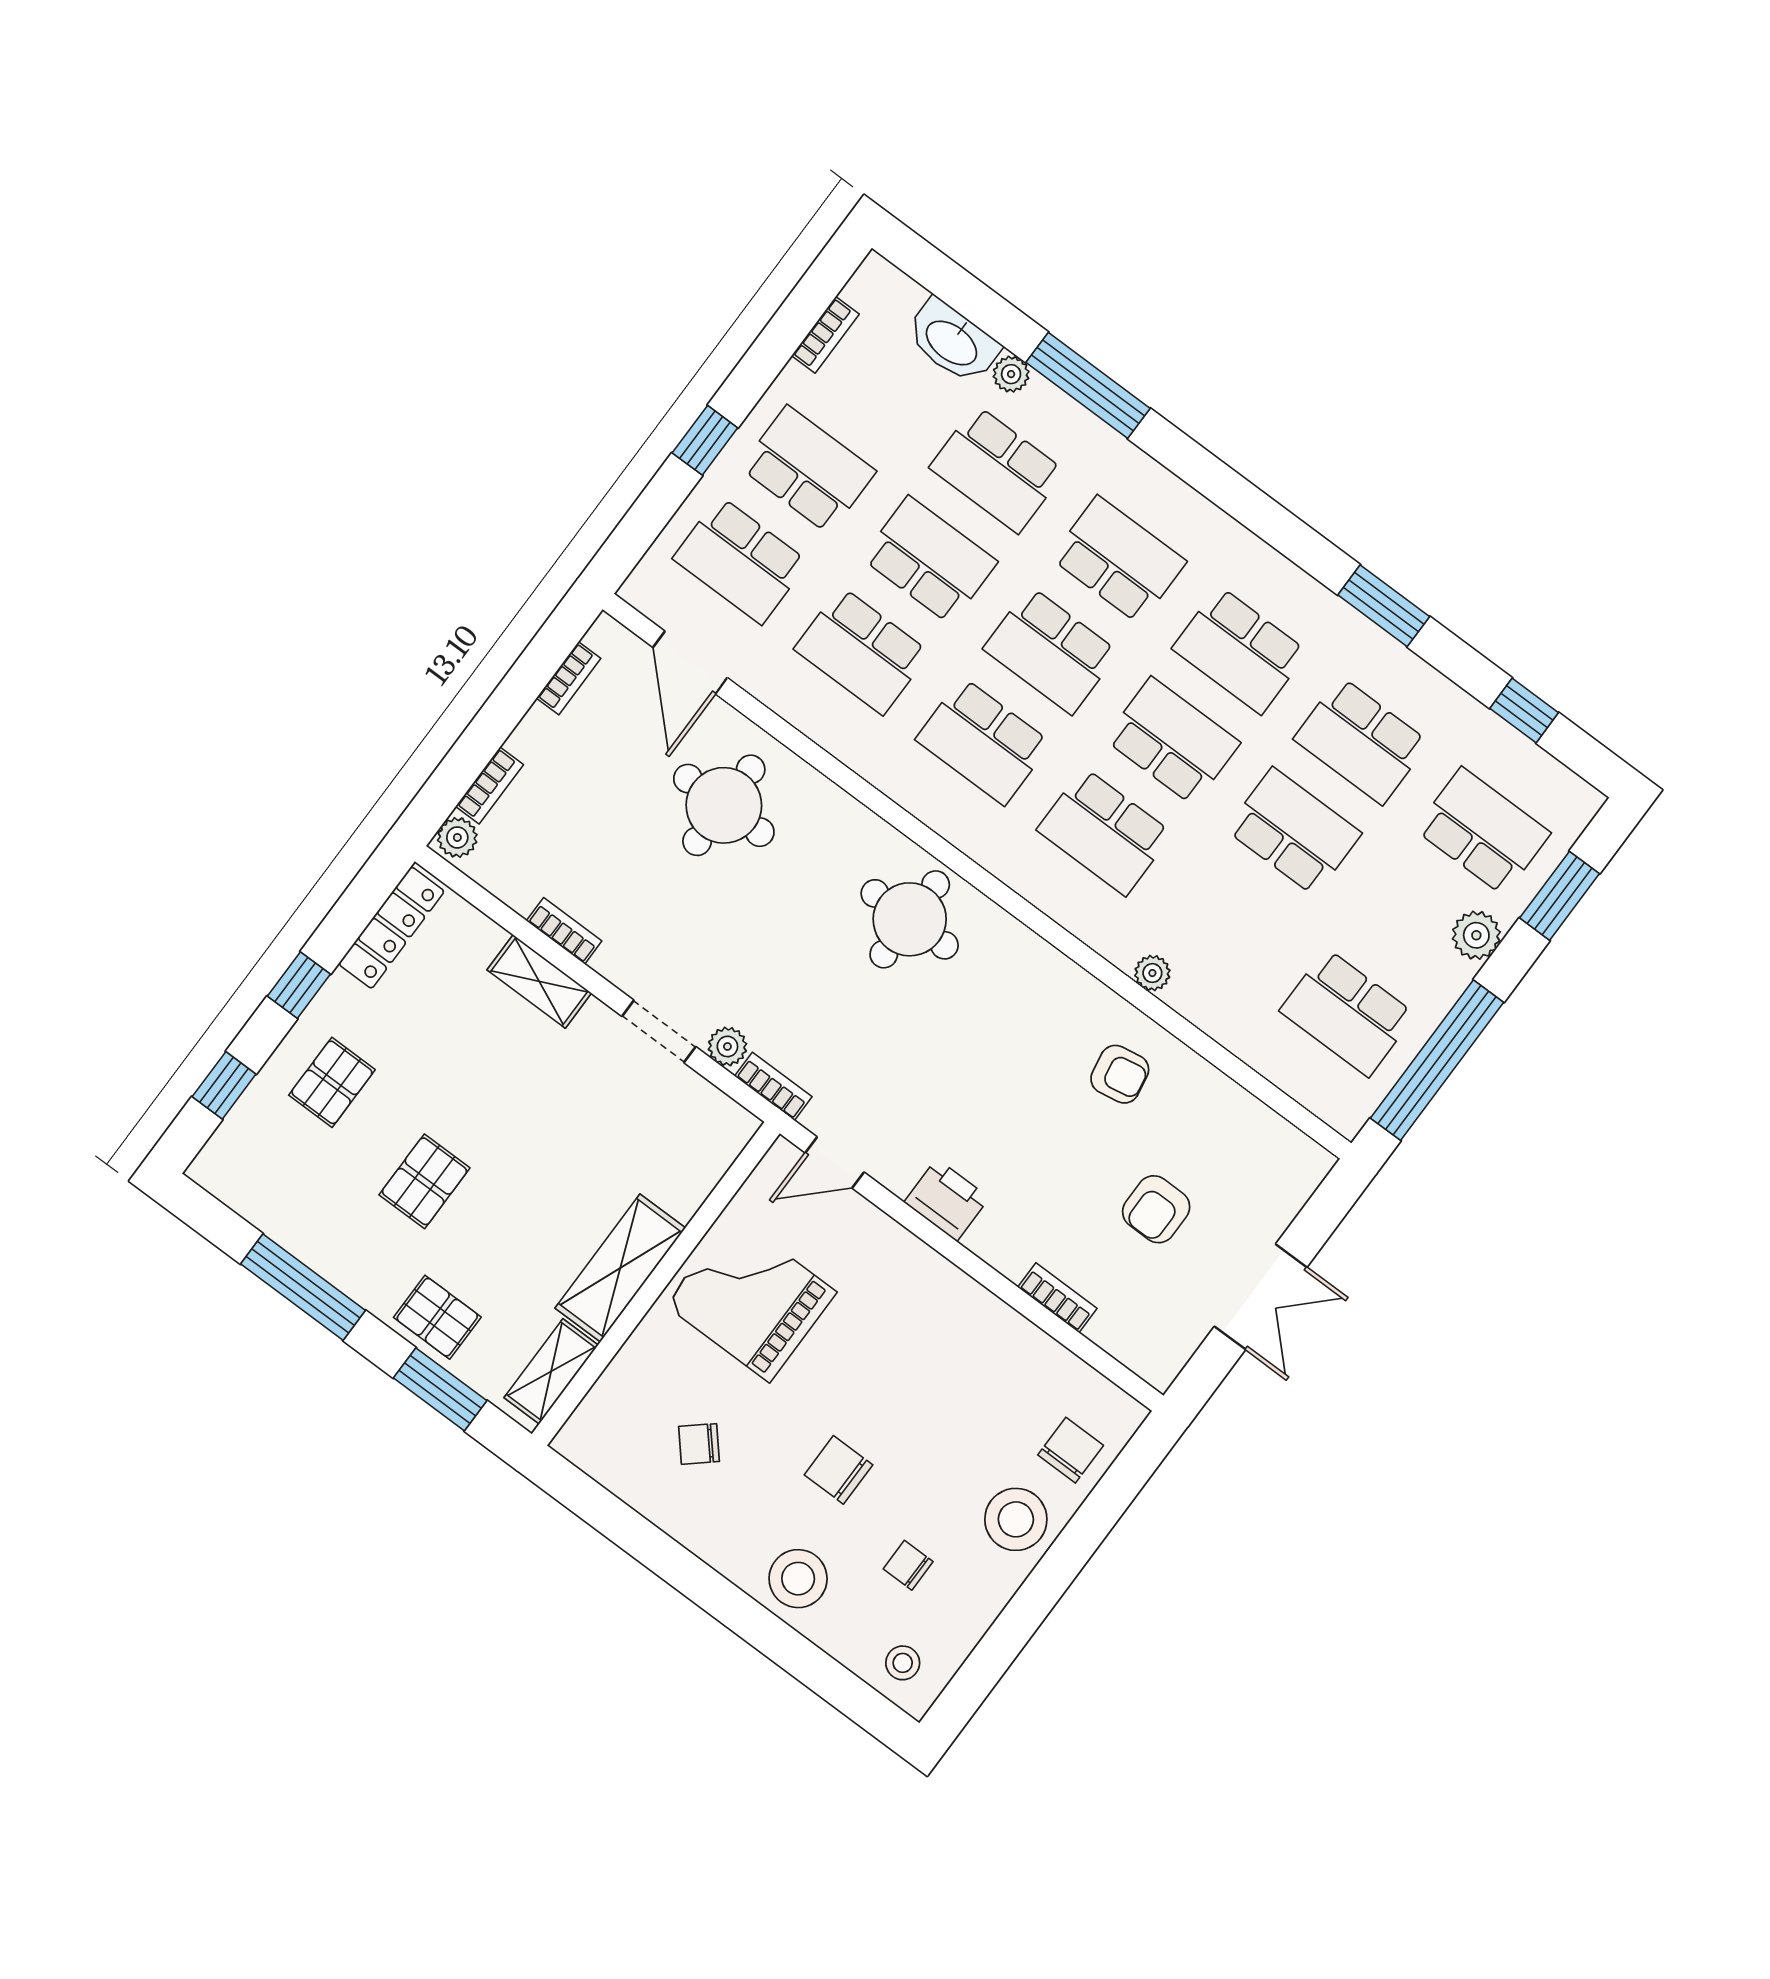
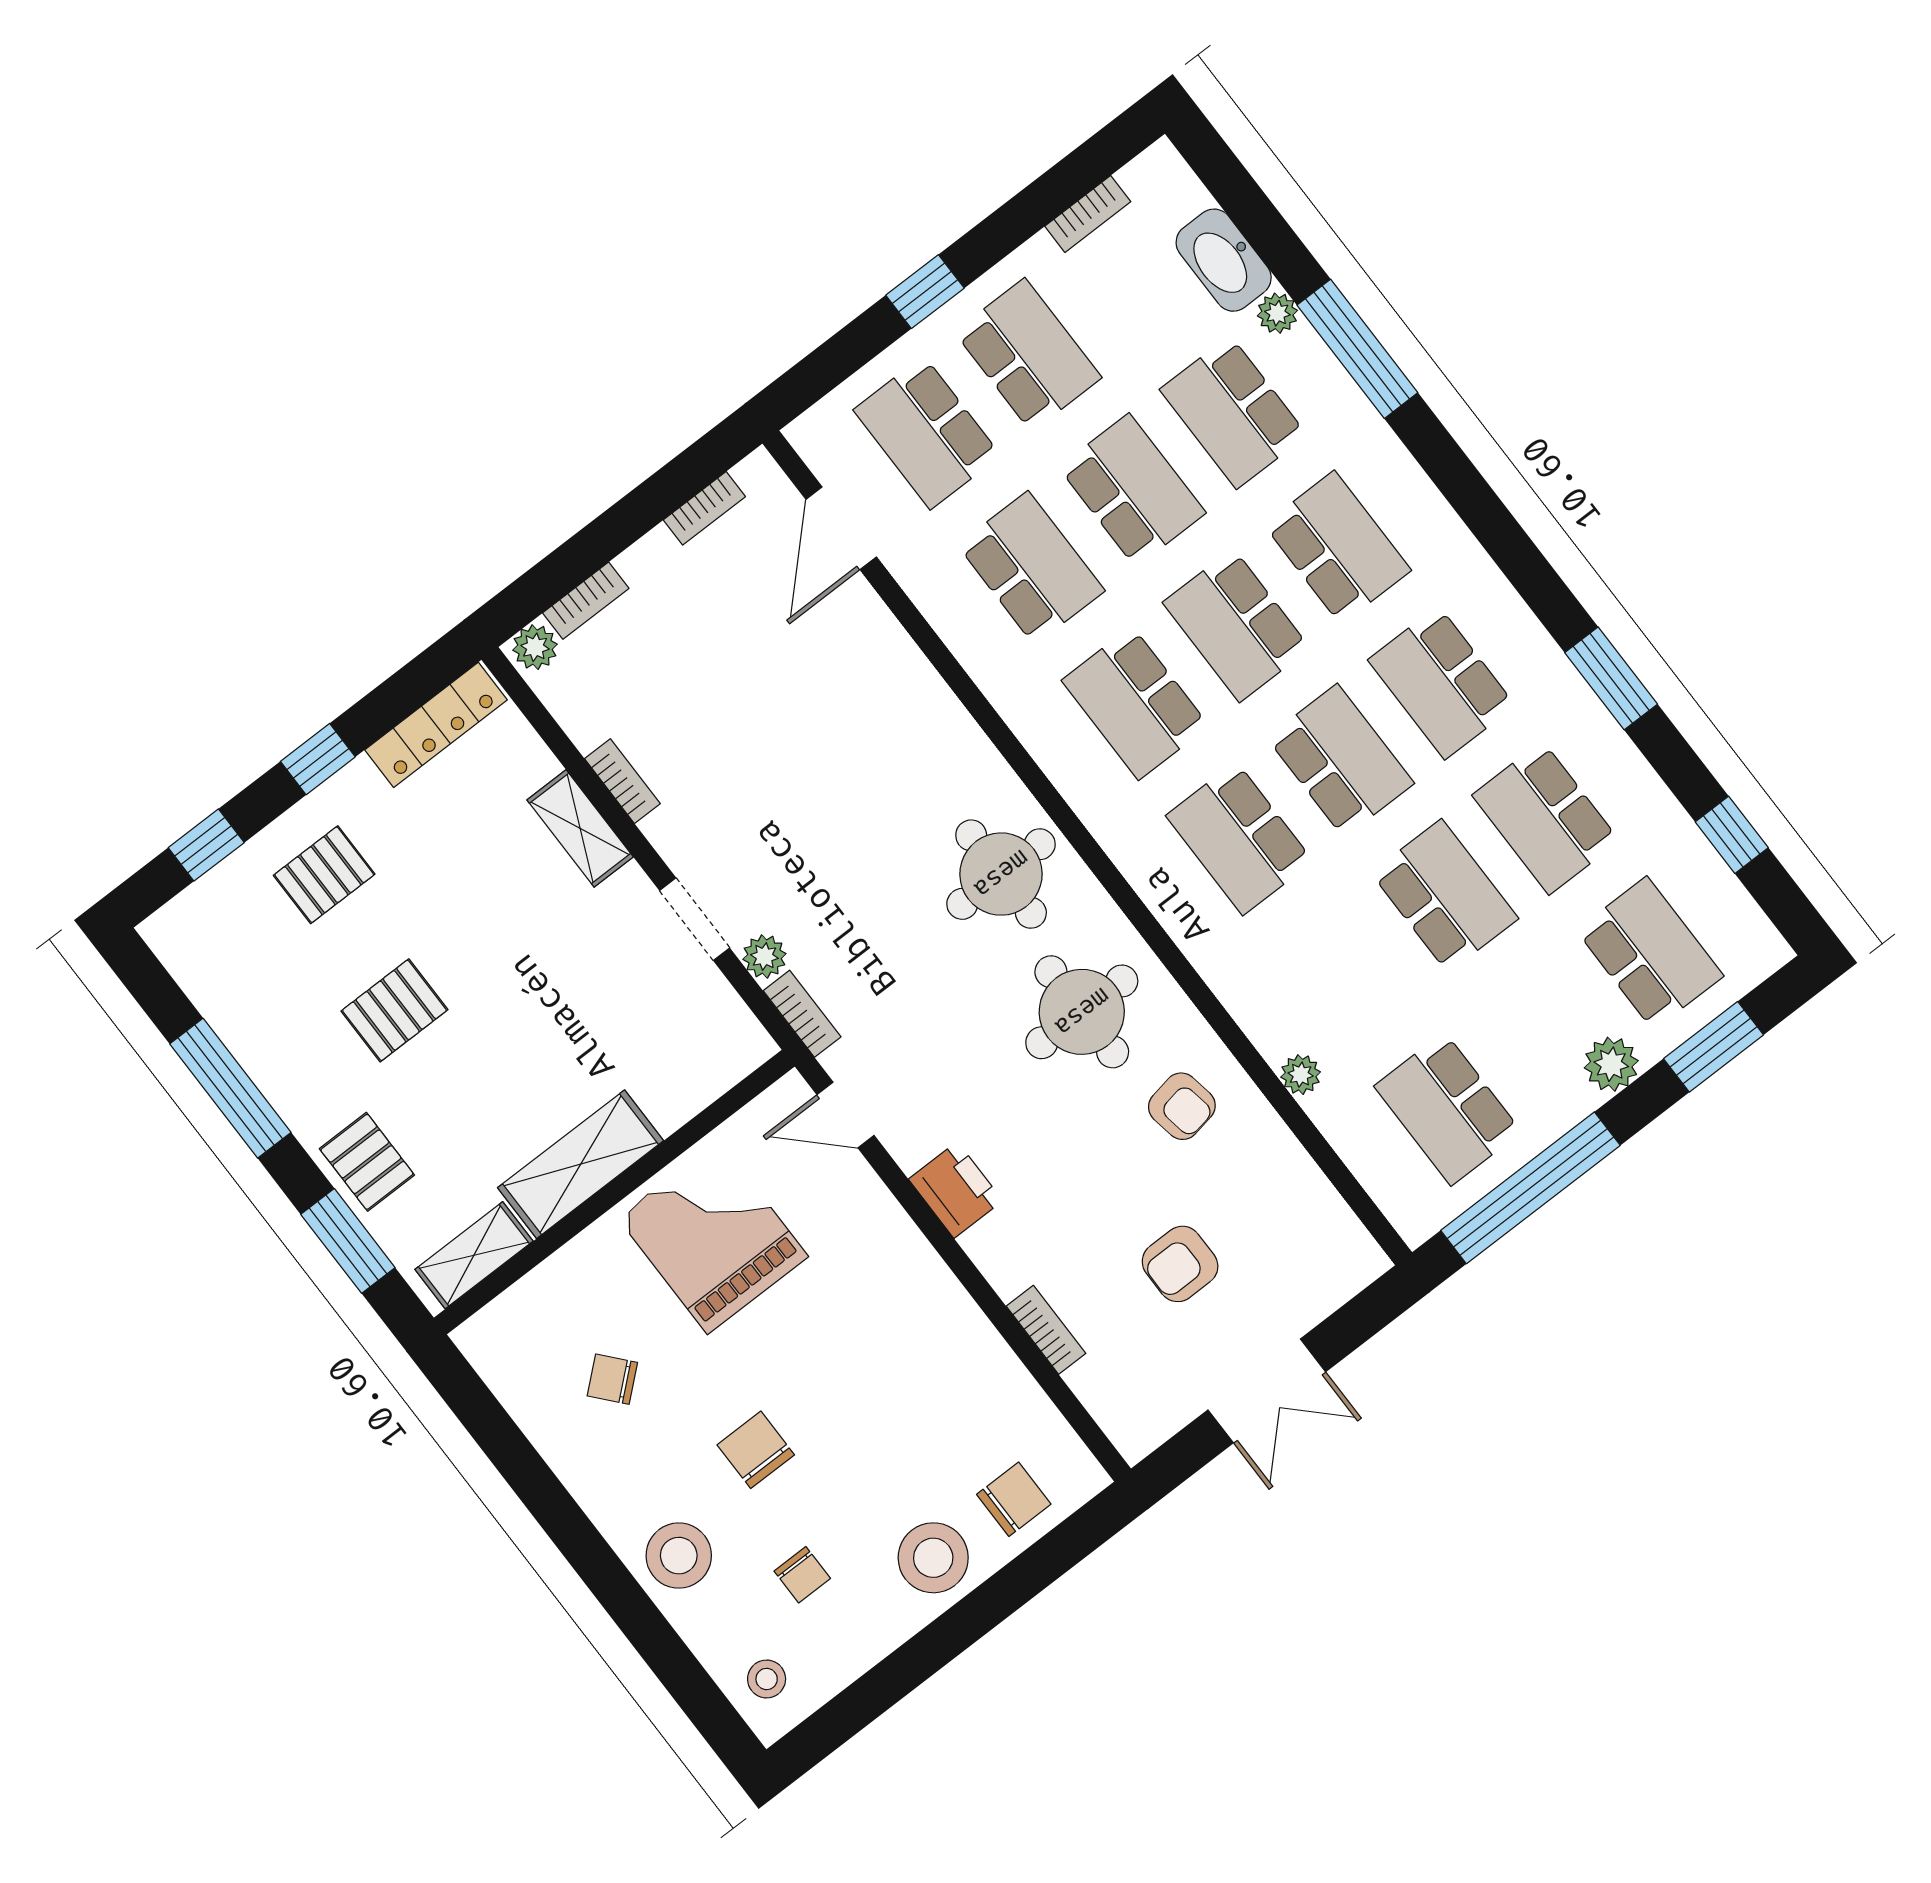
school desk: (862, 651) -> (1031, 568), turned 180
round table: (724, 805) -> (1082, 1012), moved
plant: (1152, 973) -> (1301, 1075), moved
chair: (908, 1565) -> (802, 1575), turned 180

